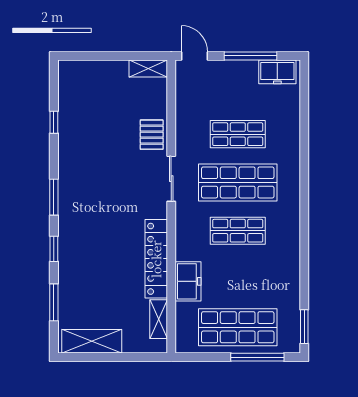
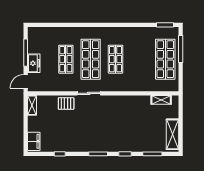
filing cabinet: (78, 72) -> (34, 141), added
freezer: (277, 72) -> (34, 63), moved
locker: (156, 259) -> (130, 101), removed
freezer: (188, 281) -> (142, 85), removed

